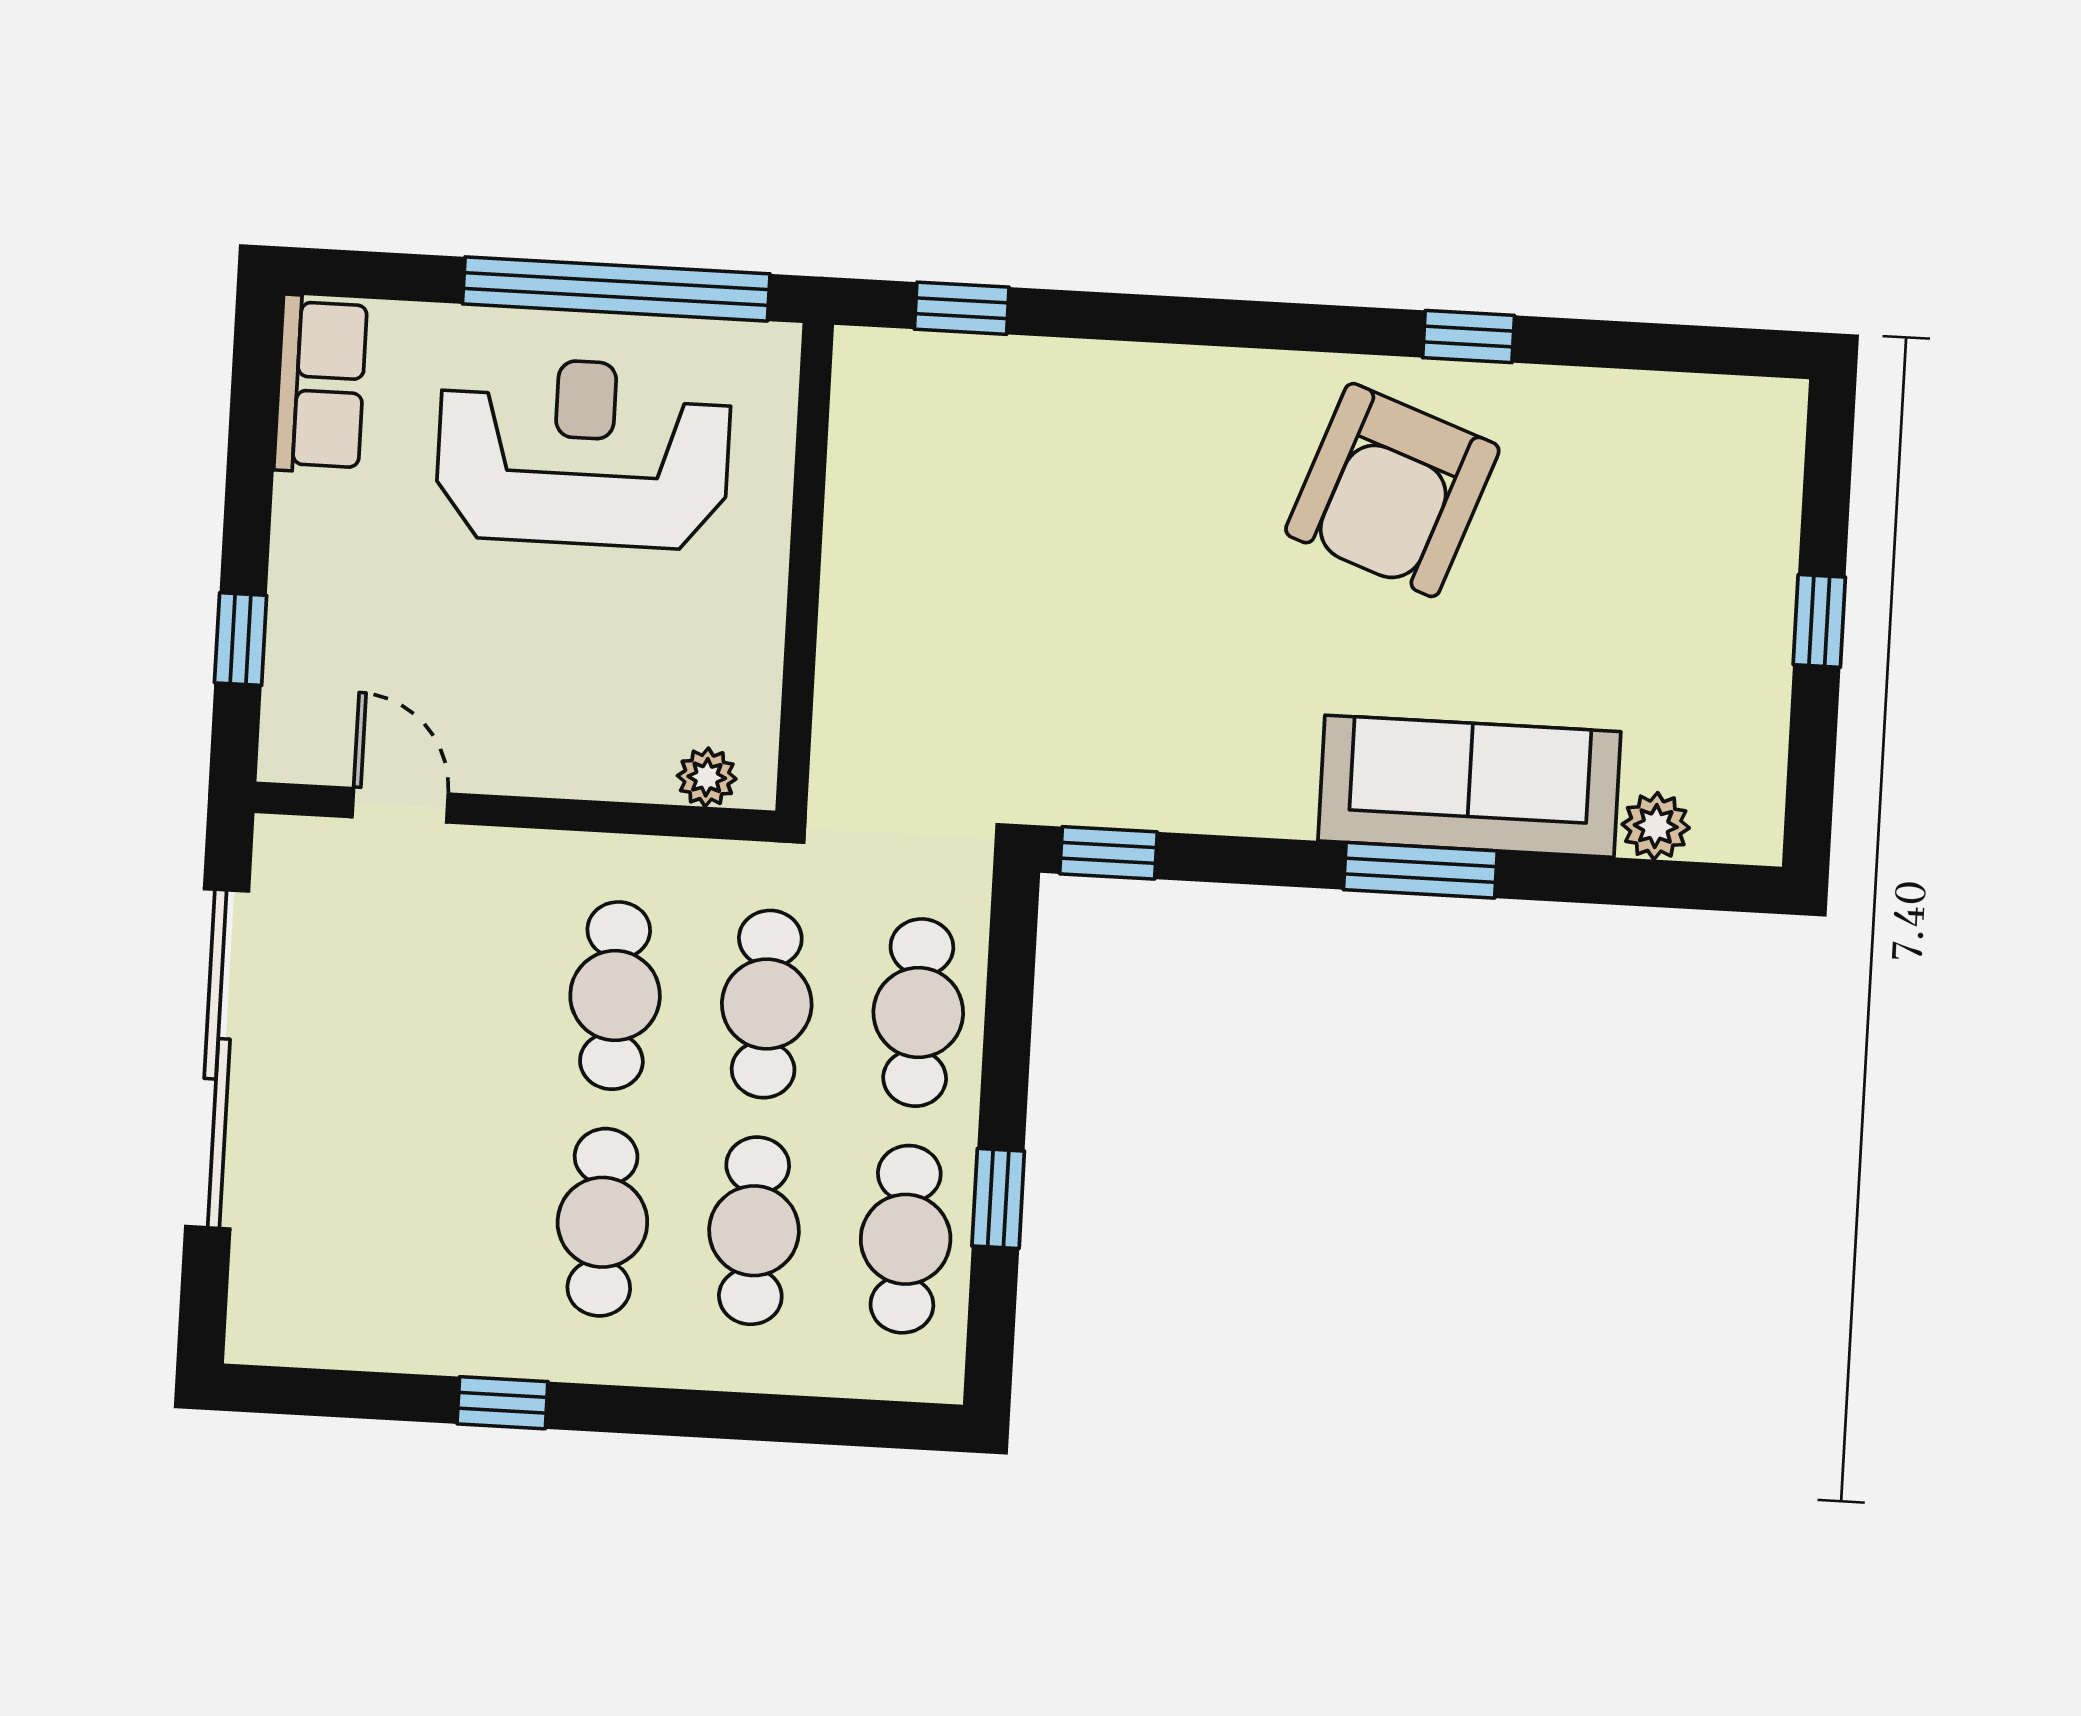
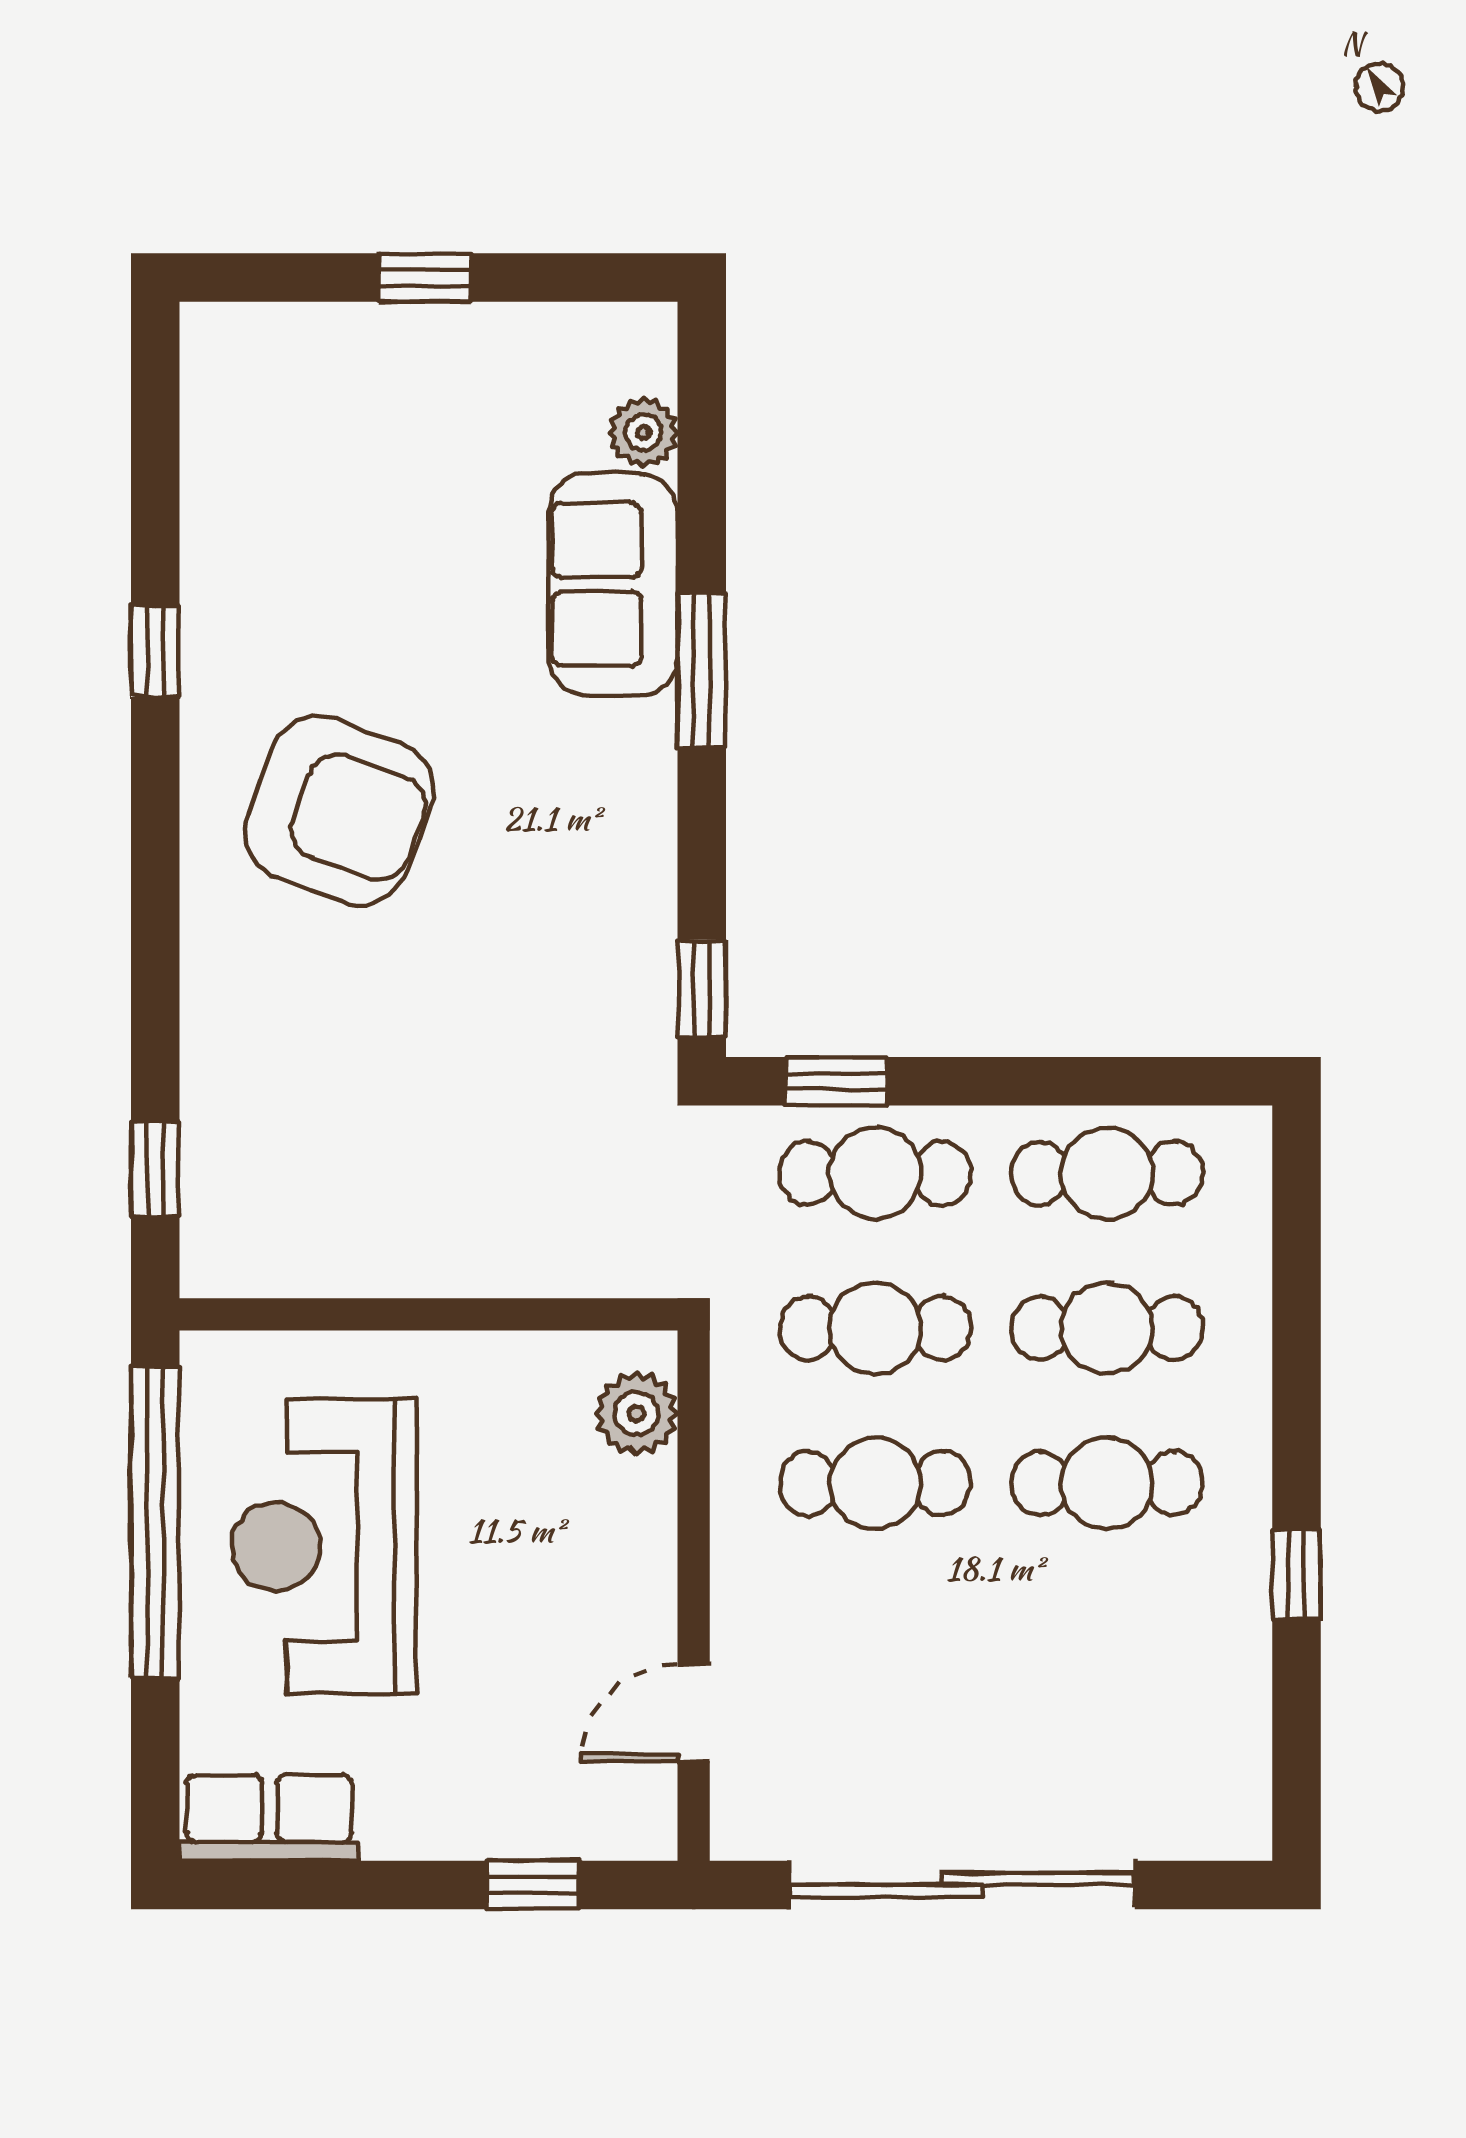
armchair: (1392, 490) -> (339, 810), moved
plant: (707, 777) -> (636, 1413), width x1.38, depth x1.38
sofa: (1469, 786) -> (613, 585), width x0.73
window: (998, 1199) -> (836, 1081), moved

